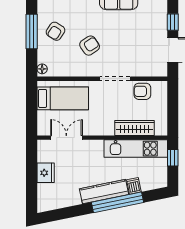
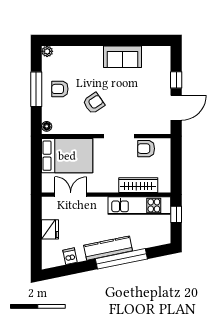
armchair: (55, 31) -> (60, 89), turned 57
bed: (63, 98) -> (67, 156), width x1.50
dishwasher: (134, 186) -> (70, 256), moved

